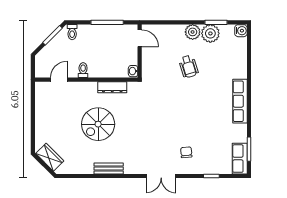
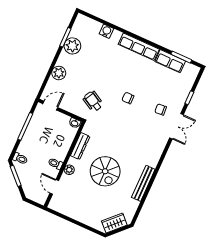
water cooler: (241, 31) -> (106, 31), moved
plant: (193, 32) -> (59, 73), moved
wheelchair: (189, 66) -> (93, 101), moved, turned -134
plant: (83, 87) -> (69, 170), added
chair: (183, 114) -> (128, 98), added
row of seats: (240, 159) -> (170, 61), moved
bench: (109, 168) -> (143, 183), width x1.36
double door: (161, 176) -> (176, 126), moved

